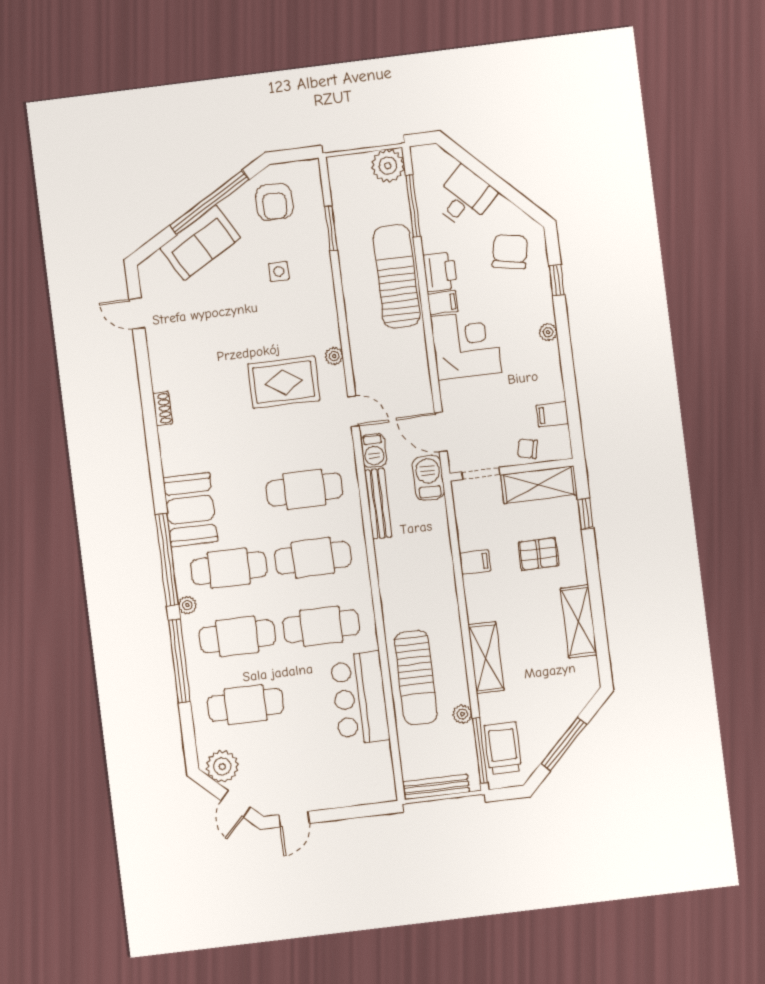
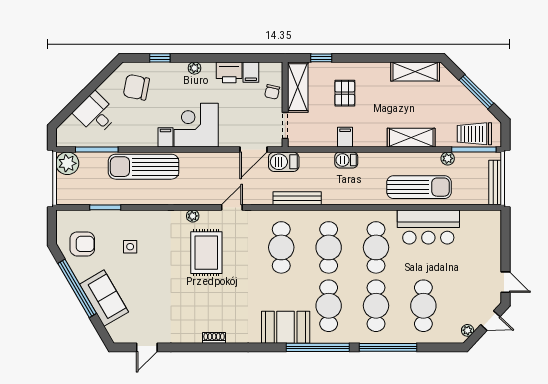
printer: (440, 272) -> (229, 72), moved, turned 180
barbecue: (374, 450) -> (346, 160), moved, turned 180
plant: (187, 605) -> (351, 337), removed
shelving: (579, 621) -> (415, 72), moved
plant: (222, 766) -> (468, 330), width x0.53, depth x0.53

